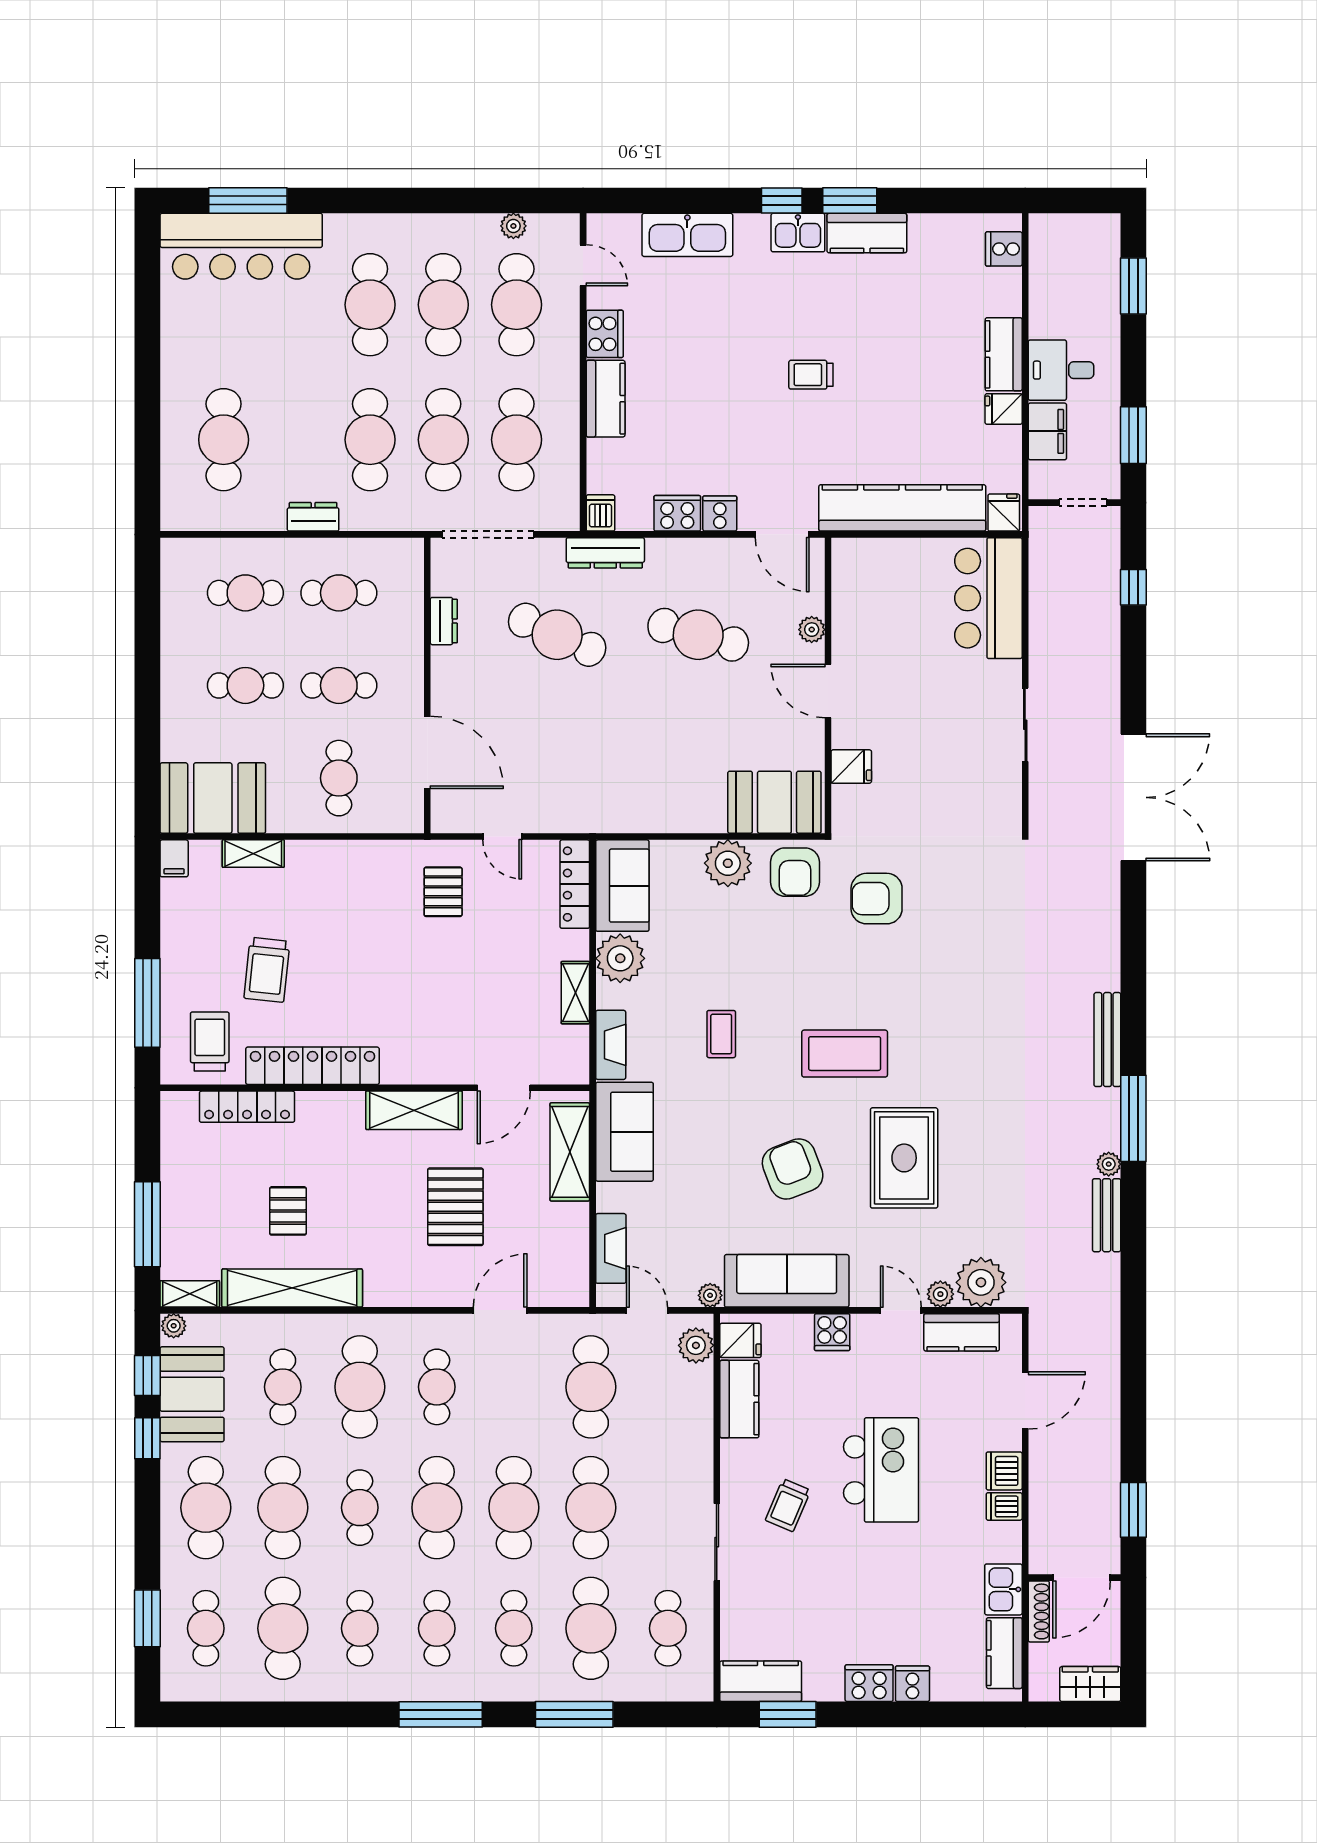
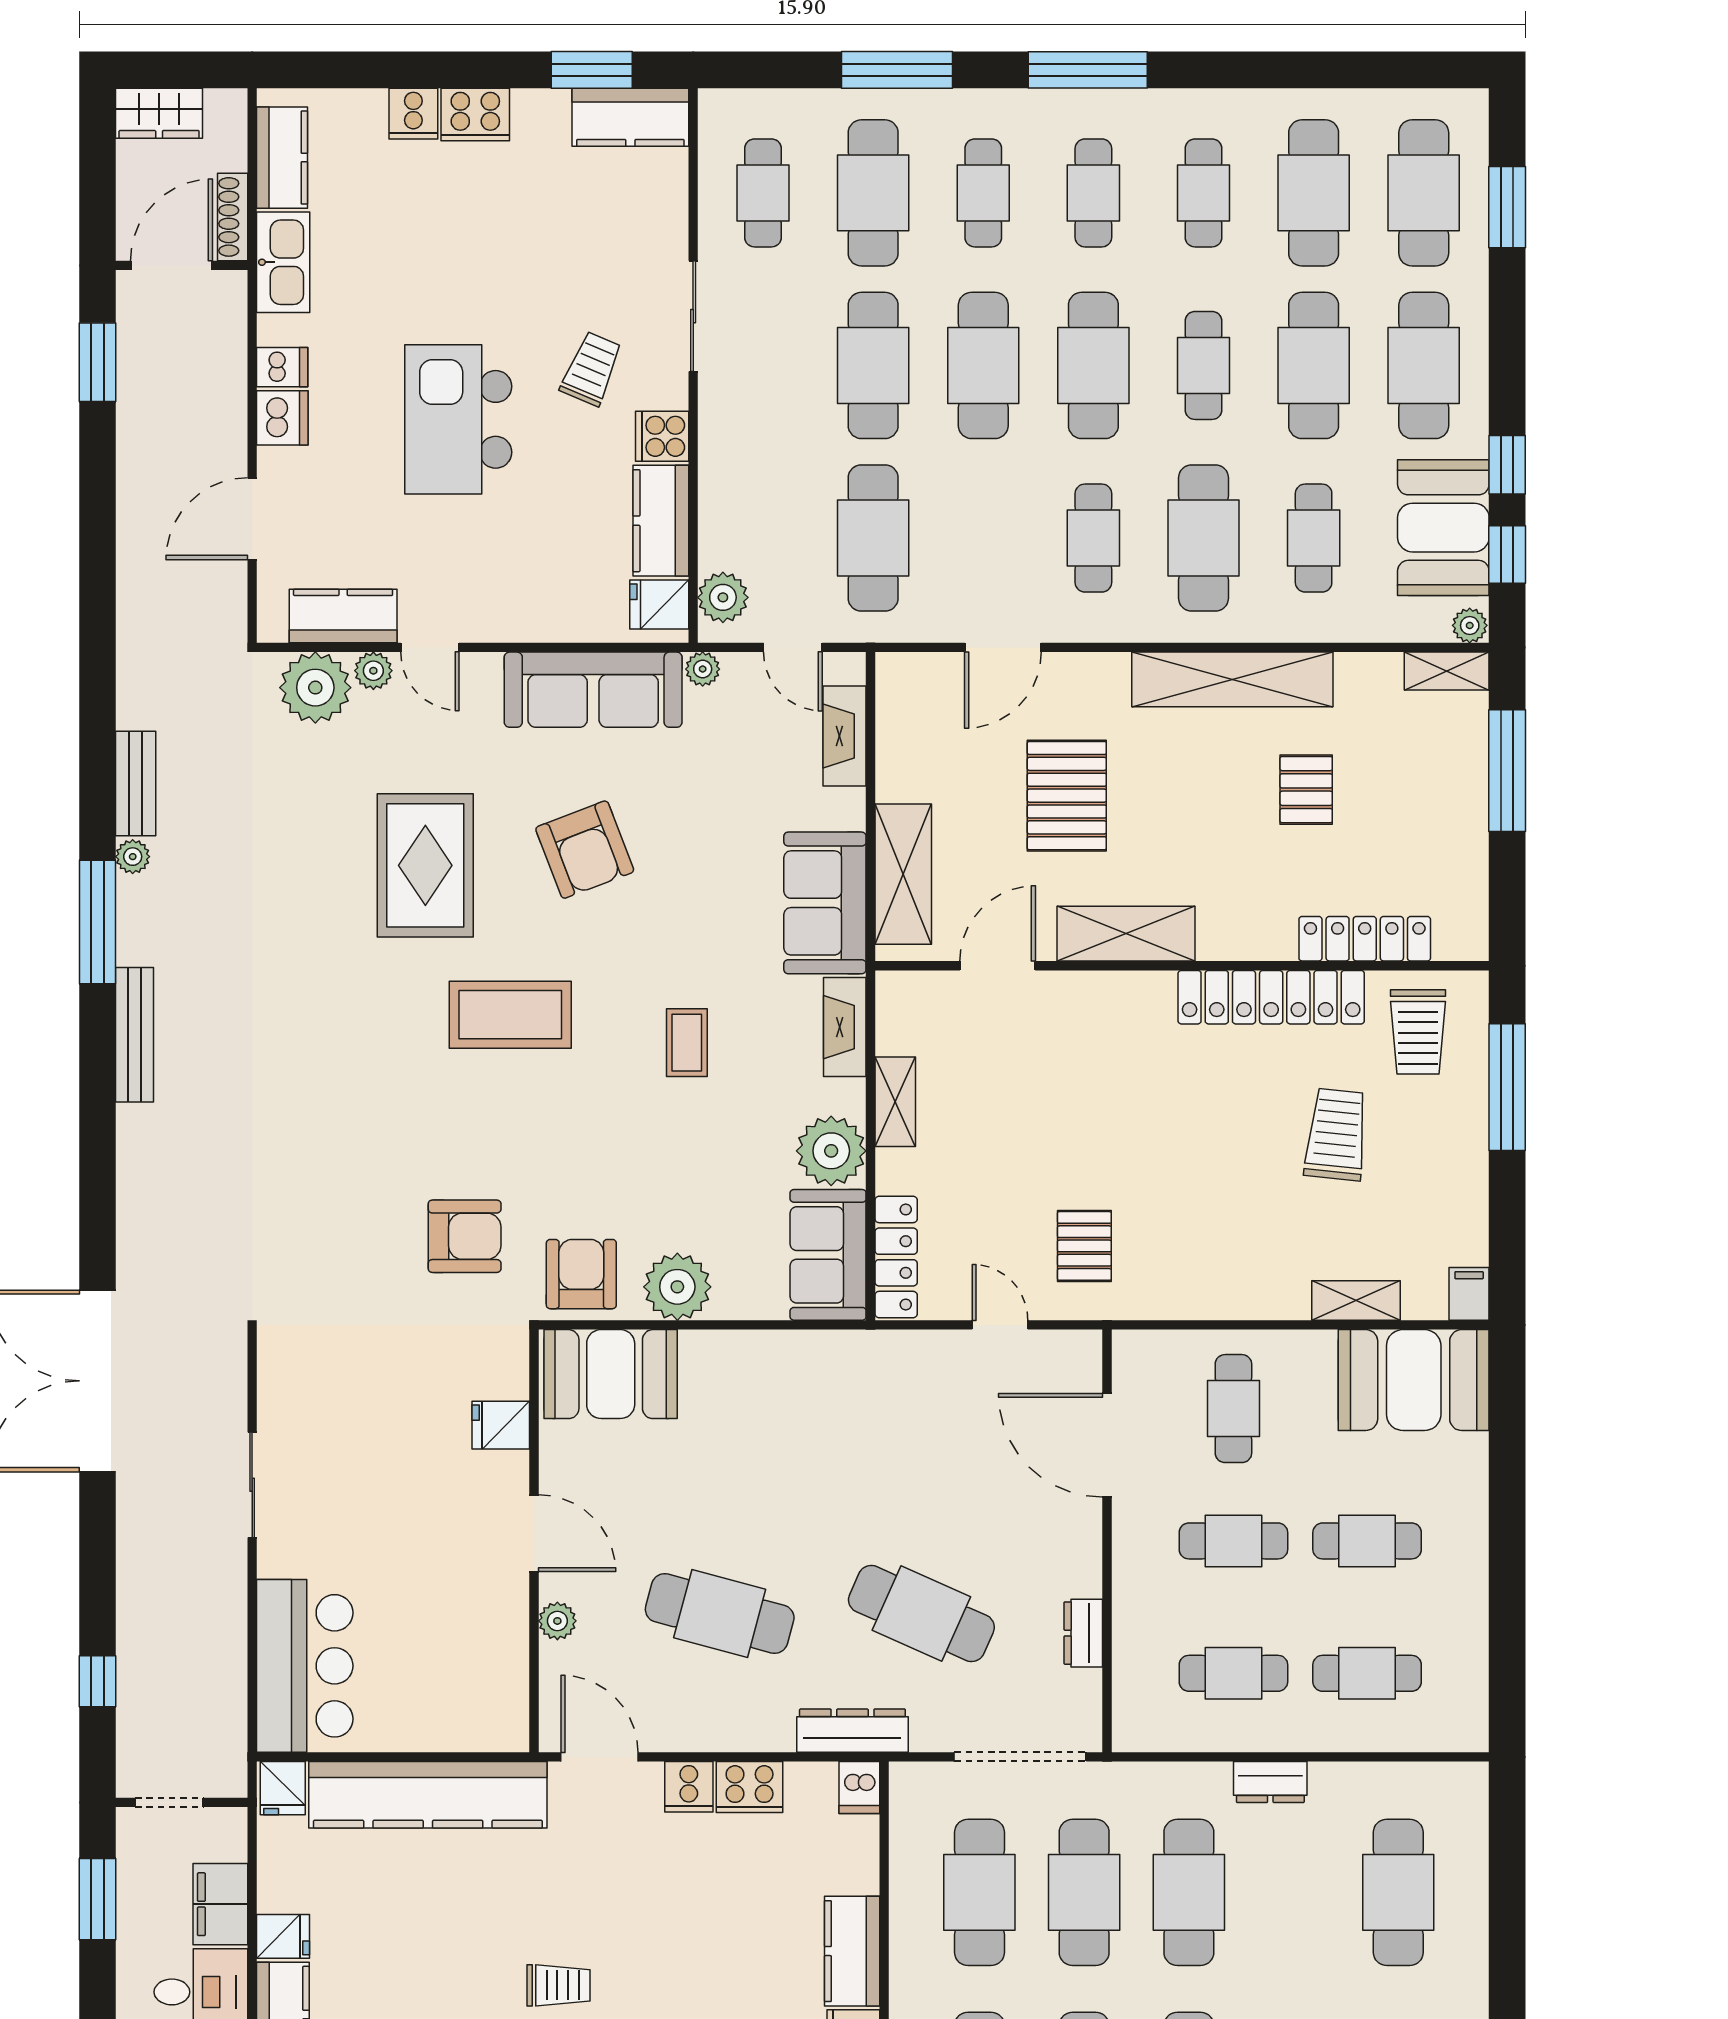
shelving: (292, 1288) -> (1232, 679), moved
cooker: (832, 1332) -> (662, 436), moved, turned -90
kitchen sink: (1003, 1589) -> (283, 262), width x1.38
cafe table: (206, 1628) -> (1424, 193), width x1.37, depth x1.35

